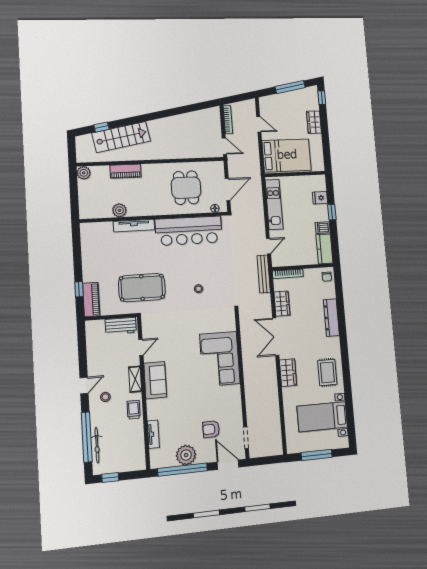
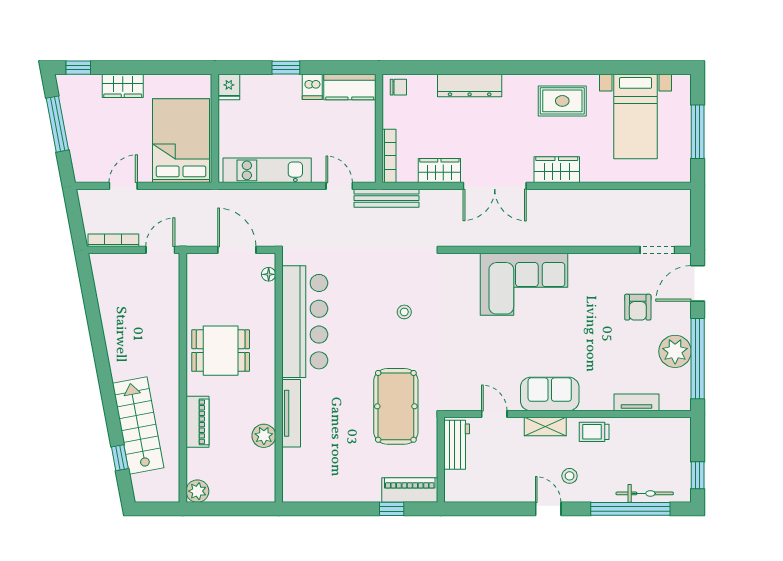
dining table: (186, 188) -> (221, 351), moved
fridge: (320, 198) -> (229, 87), moved

